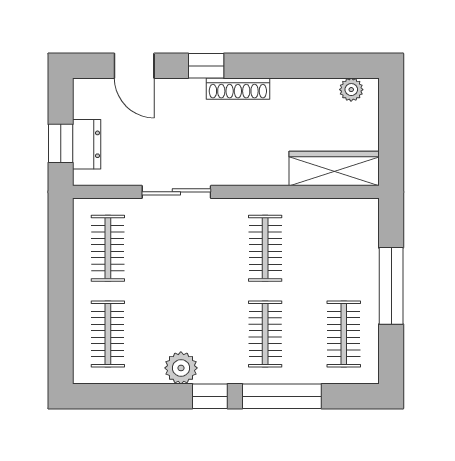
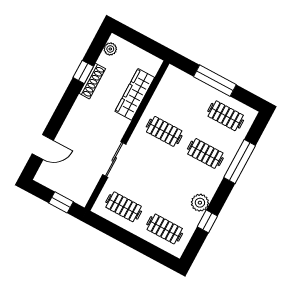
window: (206, 66) -> (83, 72), moved
shoe rack: (238, 89) -> (92, 81), moved
dresser: (87, 144) -> (68, 190), removed
wardrobe: (334, 169) -> (135, 94), moved
window: (210, 396) -> (207, 221), moved

